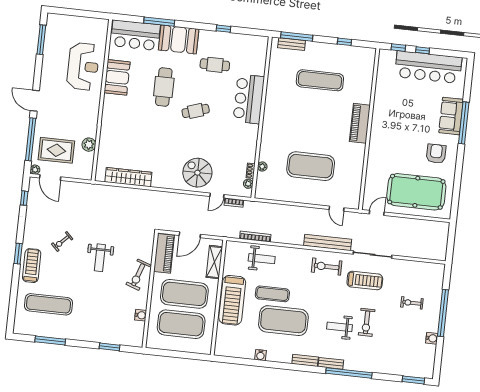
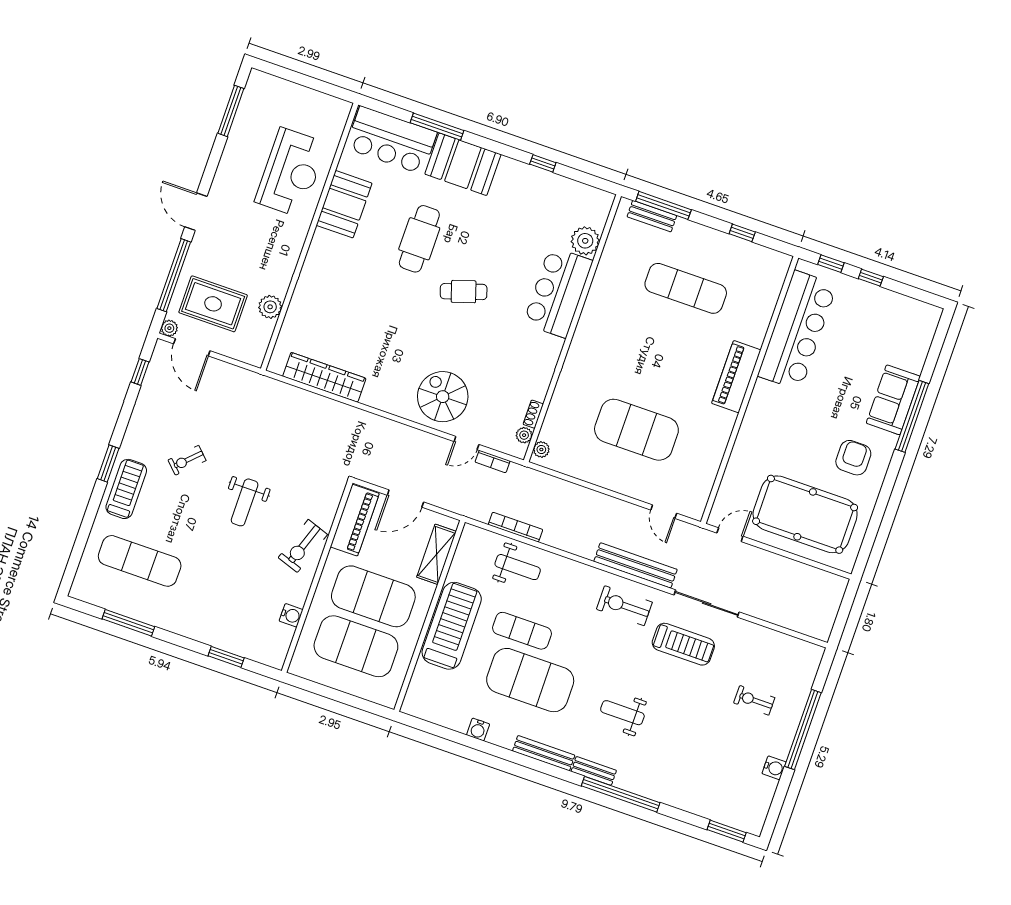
cafe table: (215, 65) -> (514, 221), removed
plant: (257, 67) -> (585, 241), added
bar counter: (428, 67) -> (797, 330), moved, turned -90
plant: (262, 166) -> (541, 449), moved
treadmill: (232, 300) -> (452, 626), turned 180
exercise bike: (367, 322) -> (670, 716), removed
bench: (305, 360) -> (544, 753), width x1.36

